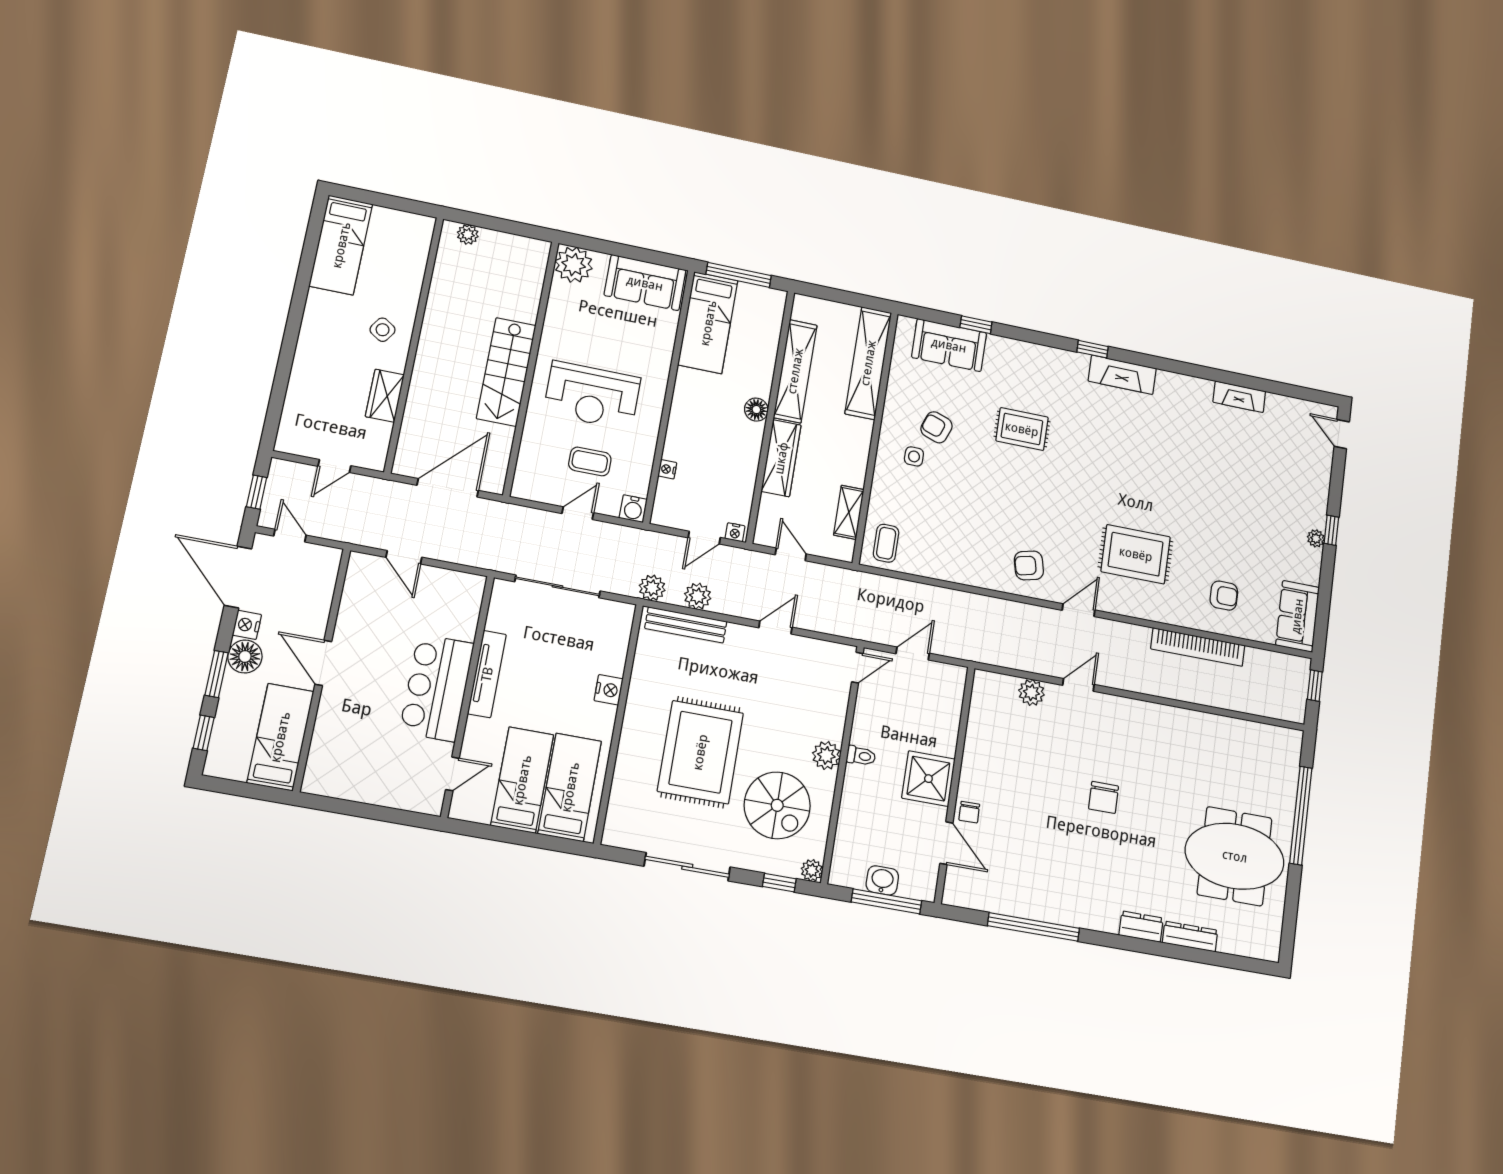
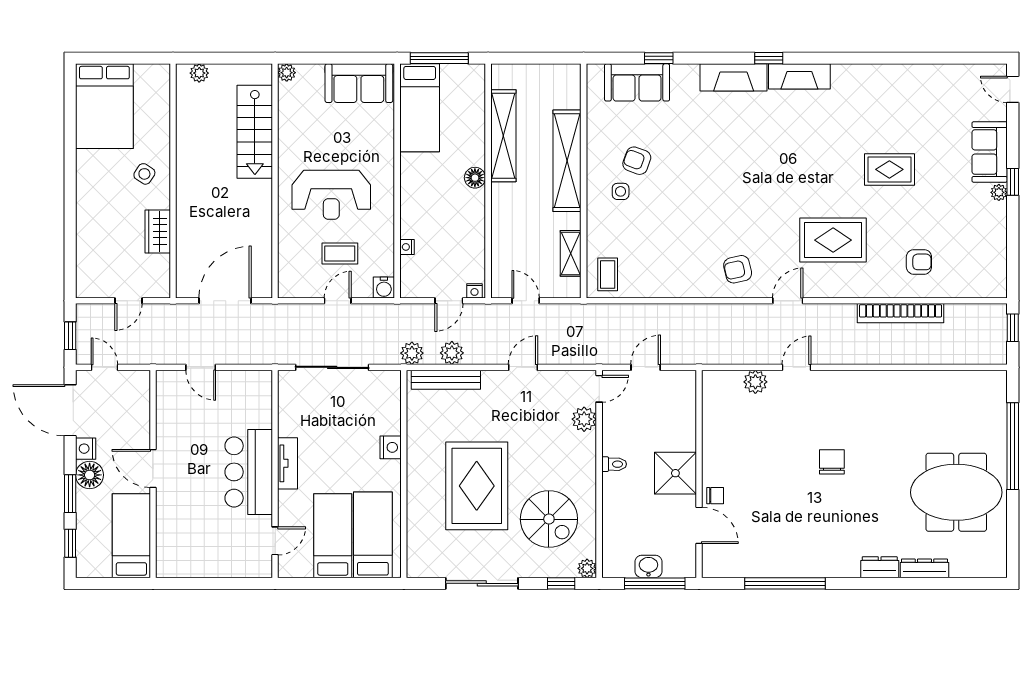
bed: (341, 245) -> (104, 106), width x1.50
plant: (574, 265) -> (287, 73), width x0.53, depth x0.53
shelving: (868, 363) -> (567, 161), moved
stairs: (506, 372) -> (255, 132), moved
fireplace: (1239, 397) -> (734, 77), moved, width x1.37, depth x1.32
rug: (1022, 429) -> (889, 169), moved
wardrobe: (781, 458) -> (504, 217), removed
sofa: (1297, 616) -> (990, 152), moved
tv unit: (487, 674) -> (288, 463), width x0.71
plant: (826, 755) -> (584, 419), moved
chair: (1104, 797) -> (832, 462), turned 180
chair: (969, 812) -> (715, 496), turned -89

